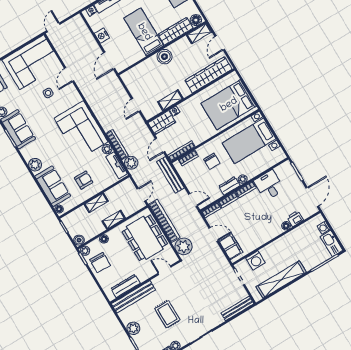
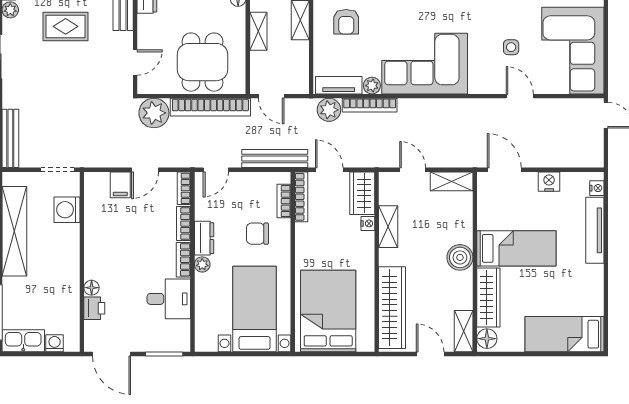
shelving: (130, 83) -> (452, 181), added
dining table: (145, 238) -> (202, 62), width x0.73
filing cabinet: (231, 247) -> (120, 185), width x0.50

